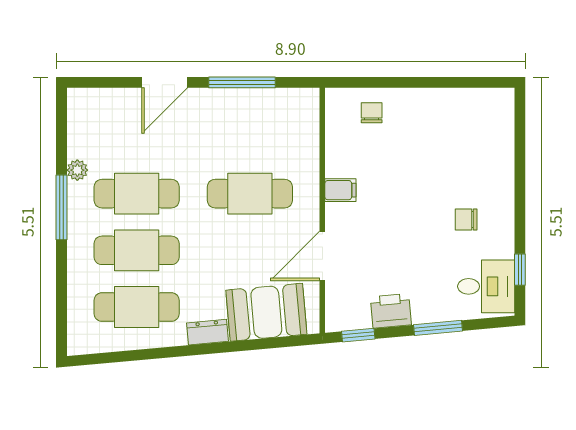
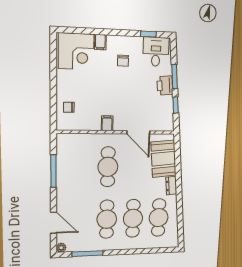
door: (165, 82) -> (53, 223), moved
corner desk: (481, 126) -> (76, 51), added
plant: (77, 170) -> (61, 248), moved
filing cabinet: (500, 173) -> (100, 42), added
window: (62, 207) -> (88, 254), moved
printer: (391, 311) -> (165, 85), moved
window: (358, 335) -> (176, 105), moved

